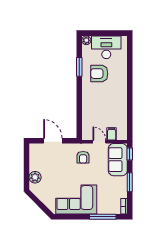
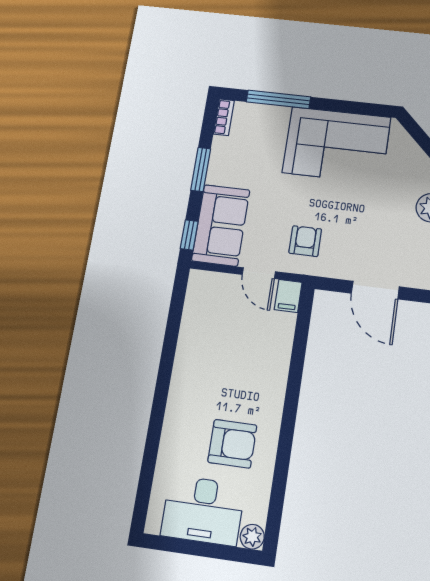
window: (79, 67) -> (281, 468), removed
filing cabinet: (112, 134) -> (288, 296), moved

